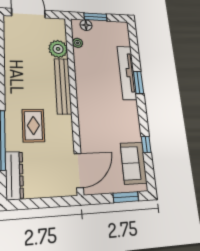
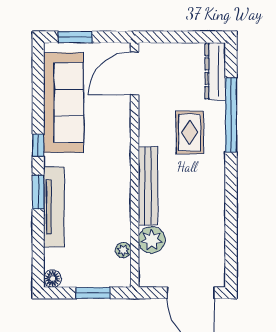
floor lamp: (86, 25) -> (52, 279), moved
window: (146, 144) -> (38, 145), moved
sofa: (134, 163) -> (64, 103), width x1.85, depth x1.27

